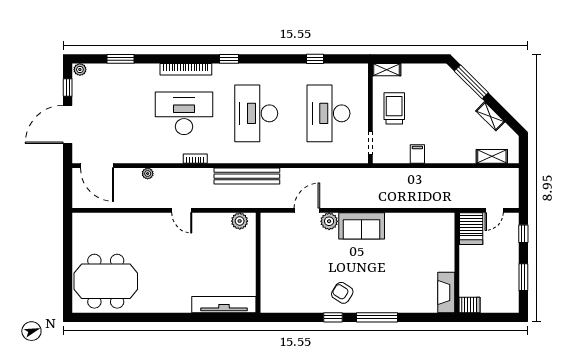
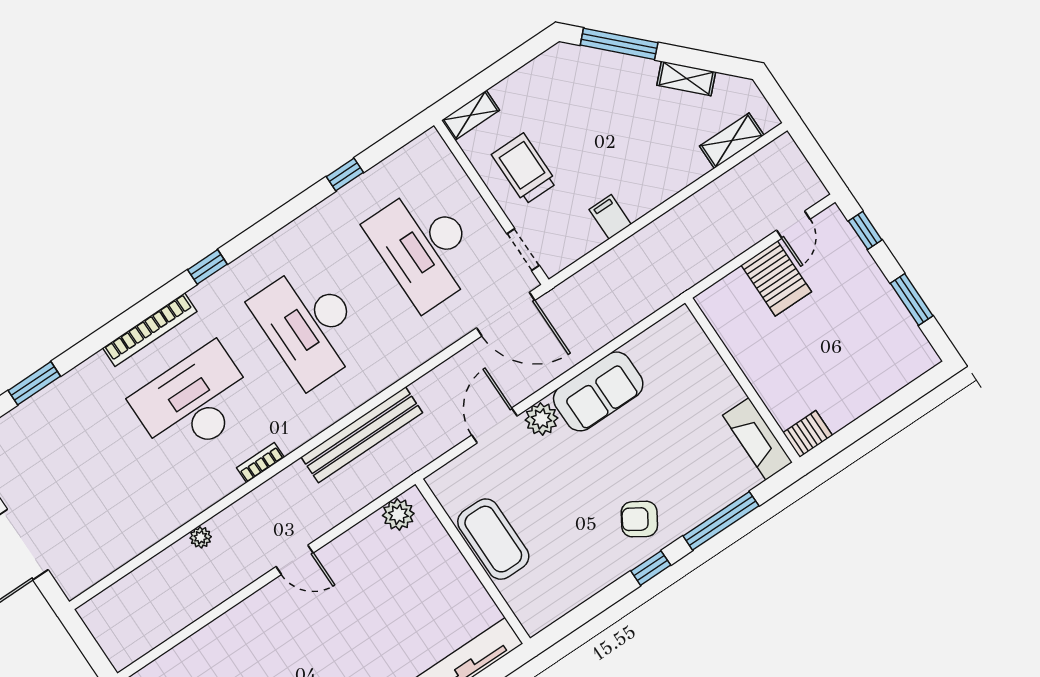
door: (97, 166) -> (506, 314), moved
coffee table: (273, 259) -> (493, 539), added
wall: (457, 263) -> (742, 380), moved
fireplace: (446, 293) -> (757, 439), moved
server rack: (470, 305) -> (808, 434), moved

